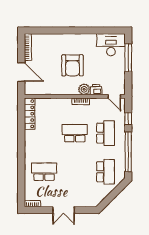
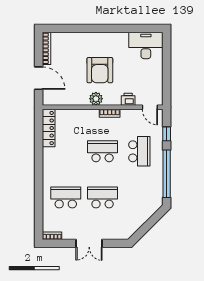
window: (128, 58) -> (167, 61), removed
plant: (84, 89) -> (96, 99), moved
school desk: (106, 172) -> (103, 197), moved, turned -90

